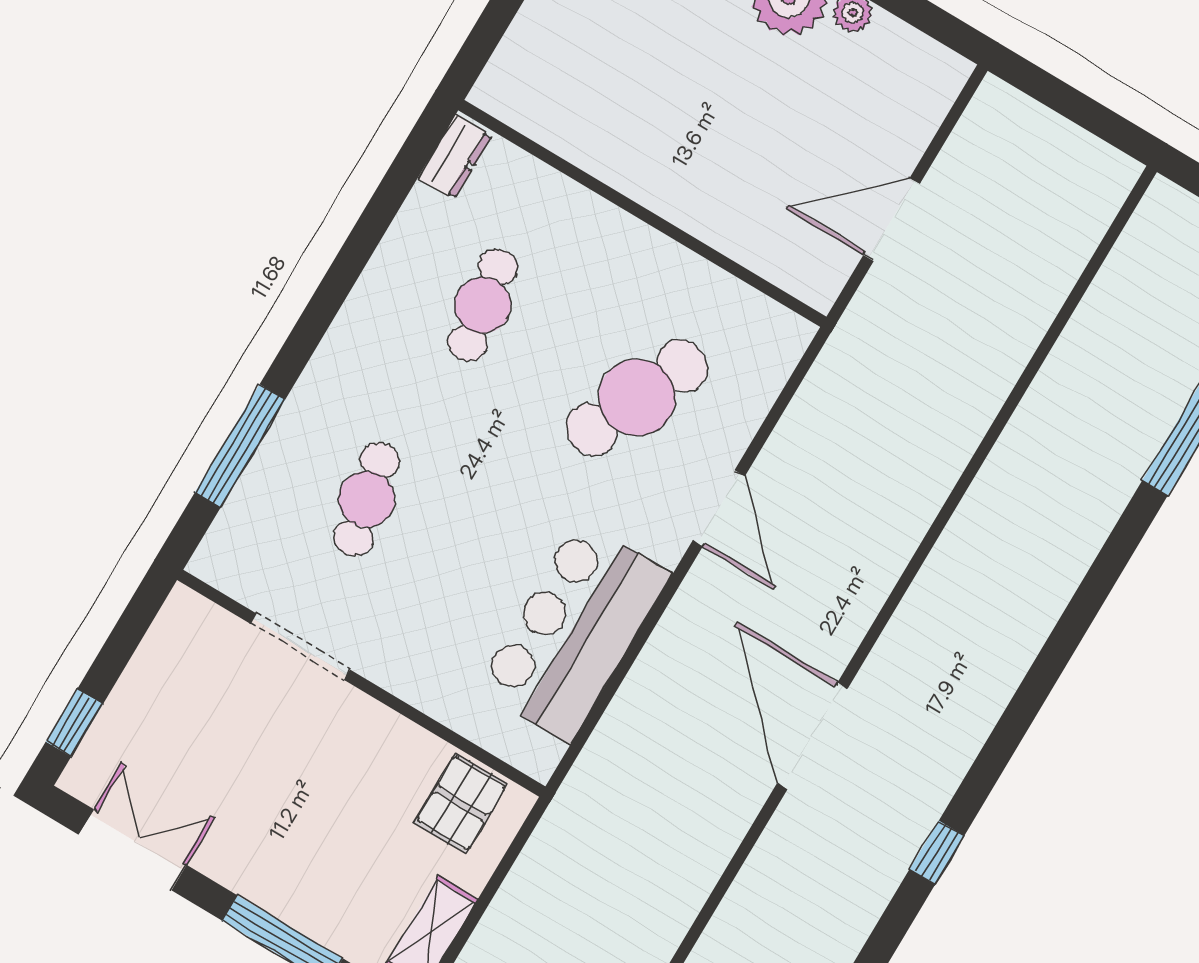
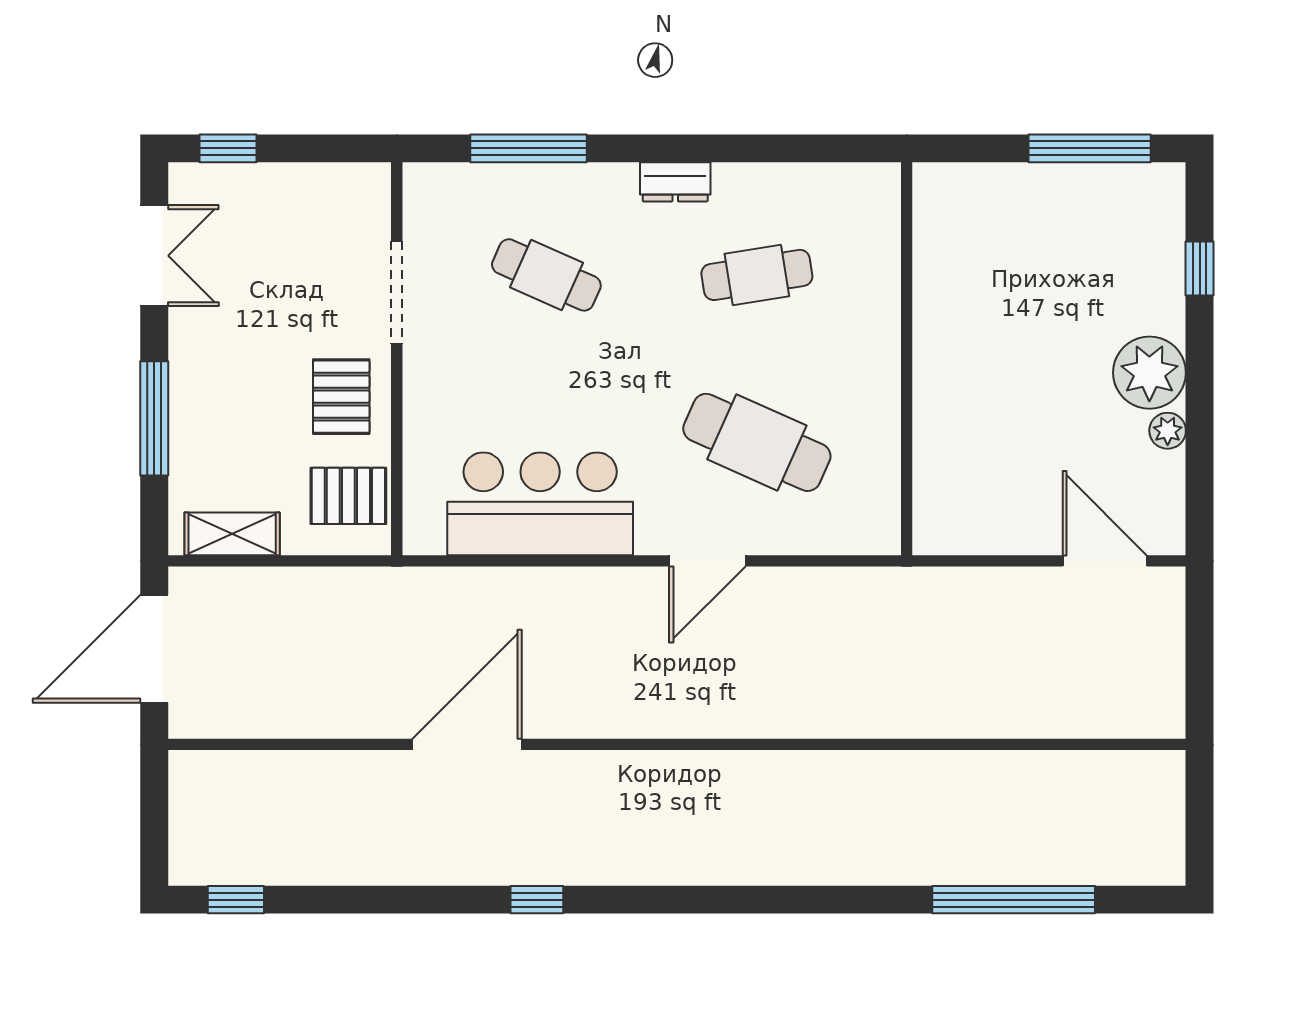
dresser: (455, 157) -> (675, 182), moved
door: (892, 219) -> (1105, 561), moved
cafe table: (367, 499) -> (546, 275), turned 36
door: (812, 736) -> (467, 744), moved
pallet: (366, 755) -> (341, 397), added

